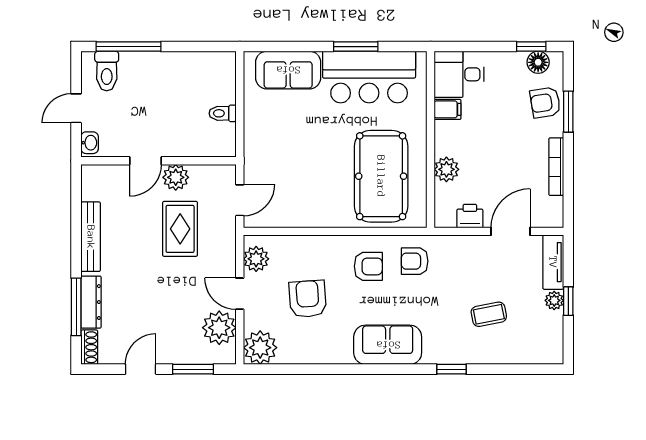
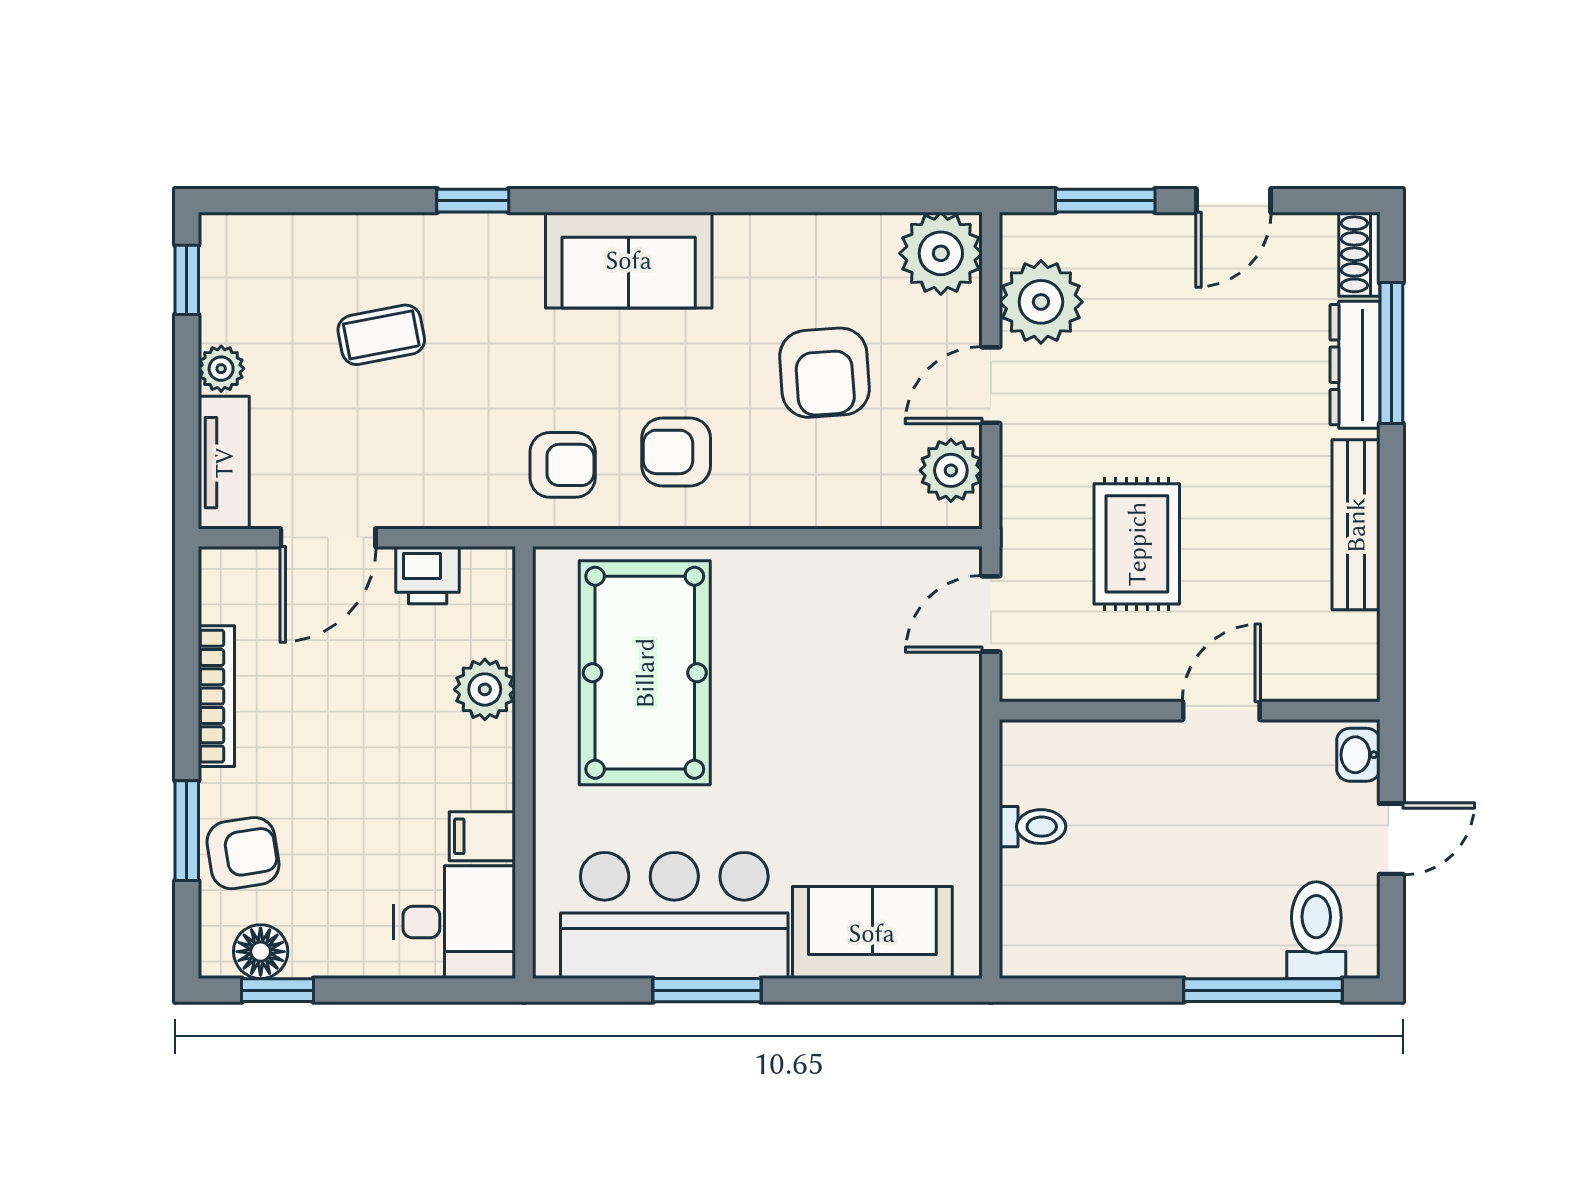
plant: (176, 177) -> (1147, 670), removed
door: (240, 294) -> (991, 385), swing flipped
window: (568, 301) -> (187, 280), moved

